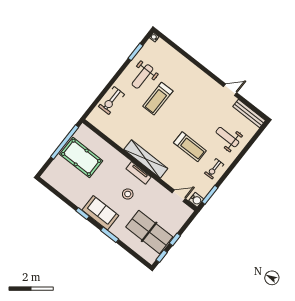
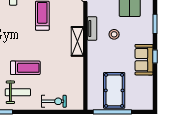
shelving: (146, 159) -> (77, 41), width x0.68
tv unit: (138, 173) -> (92, 29), moved
sofa: (100, 213) -> (144, 60), moved

